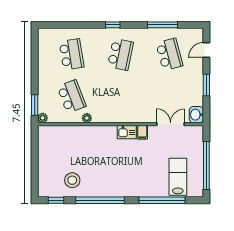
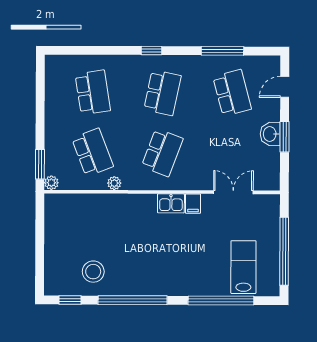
school desk: (120, 96) -> (162, 153), added
washbasin: (196, 115) -> (270, 134), moved

